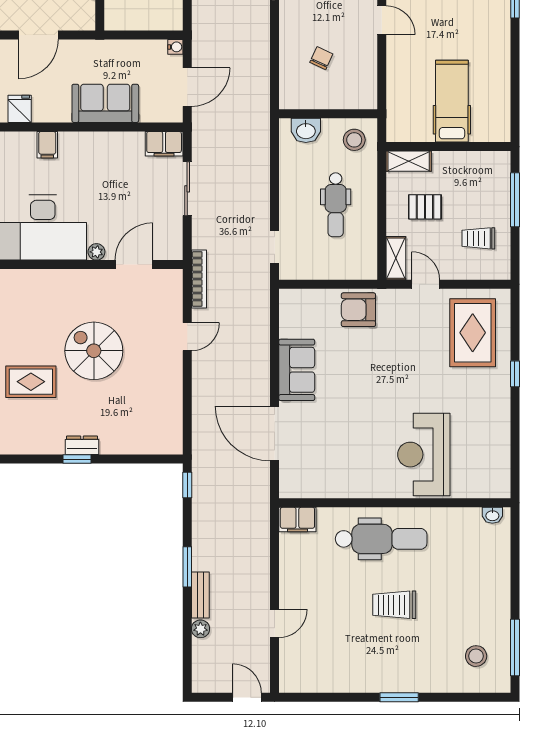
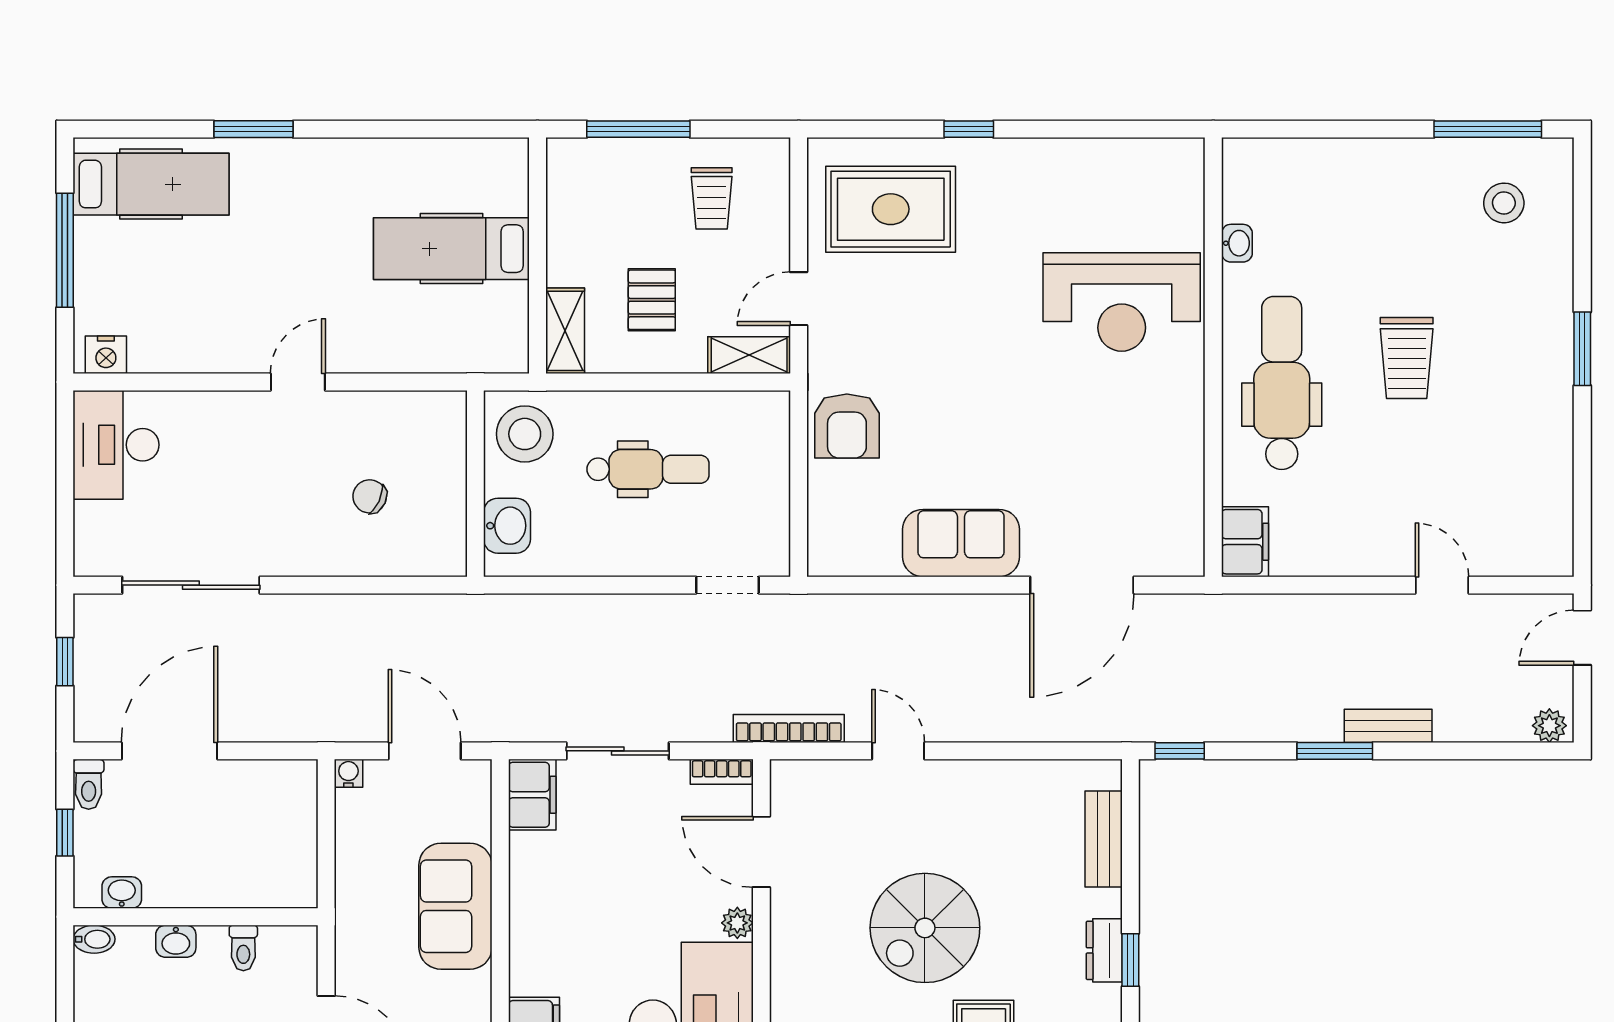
stool: (354, 140) -> (525, 434), width x1.38, depth x1.38
bookcase: (176, 244) -> (722, 772), added
bench: (141, 445) -> (1104, 839), added
washbasin: (492, 515) -> (1237, 243), moved
plant: (200, 629) -> (1549, 726), moved

